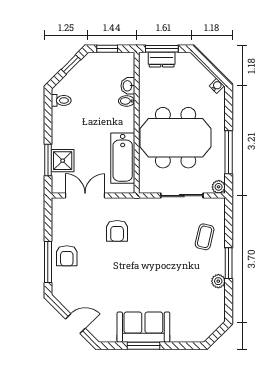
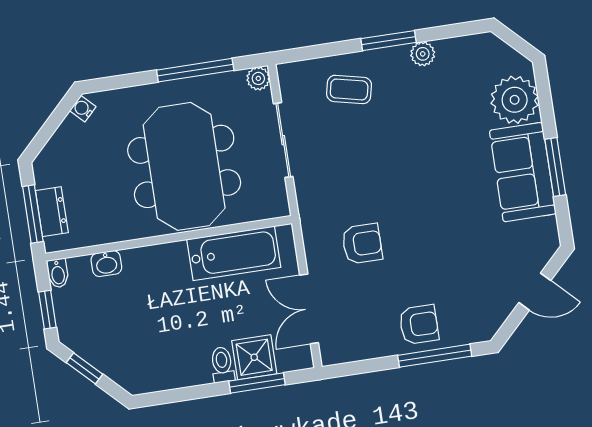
toilet: (61, 100) -> (222, 365), moved
bidet: (127, 101) -> (58, 273), moved
door: (75, 324) -> (535, 292), swing flipped
plant: (185, 329) -> (515, 100), added

